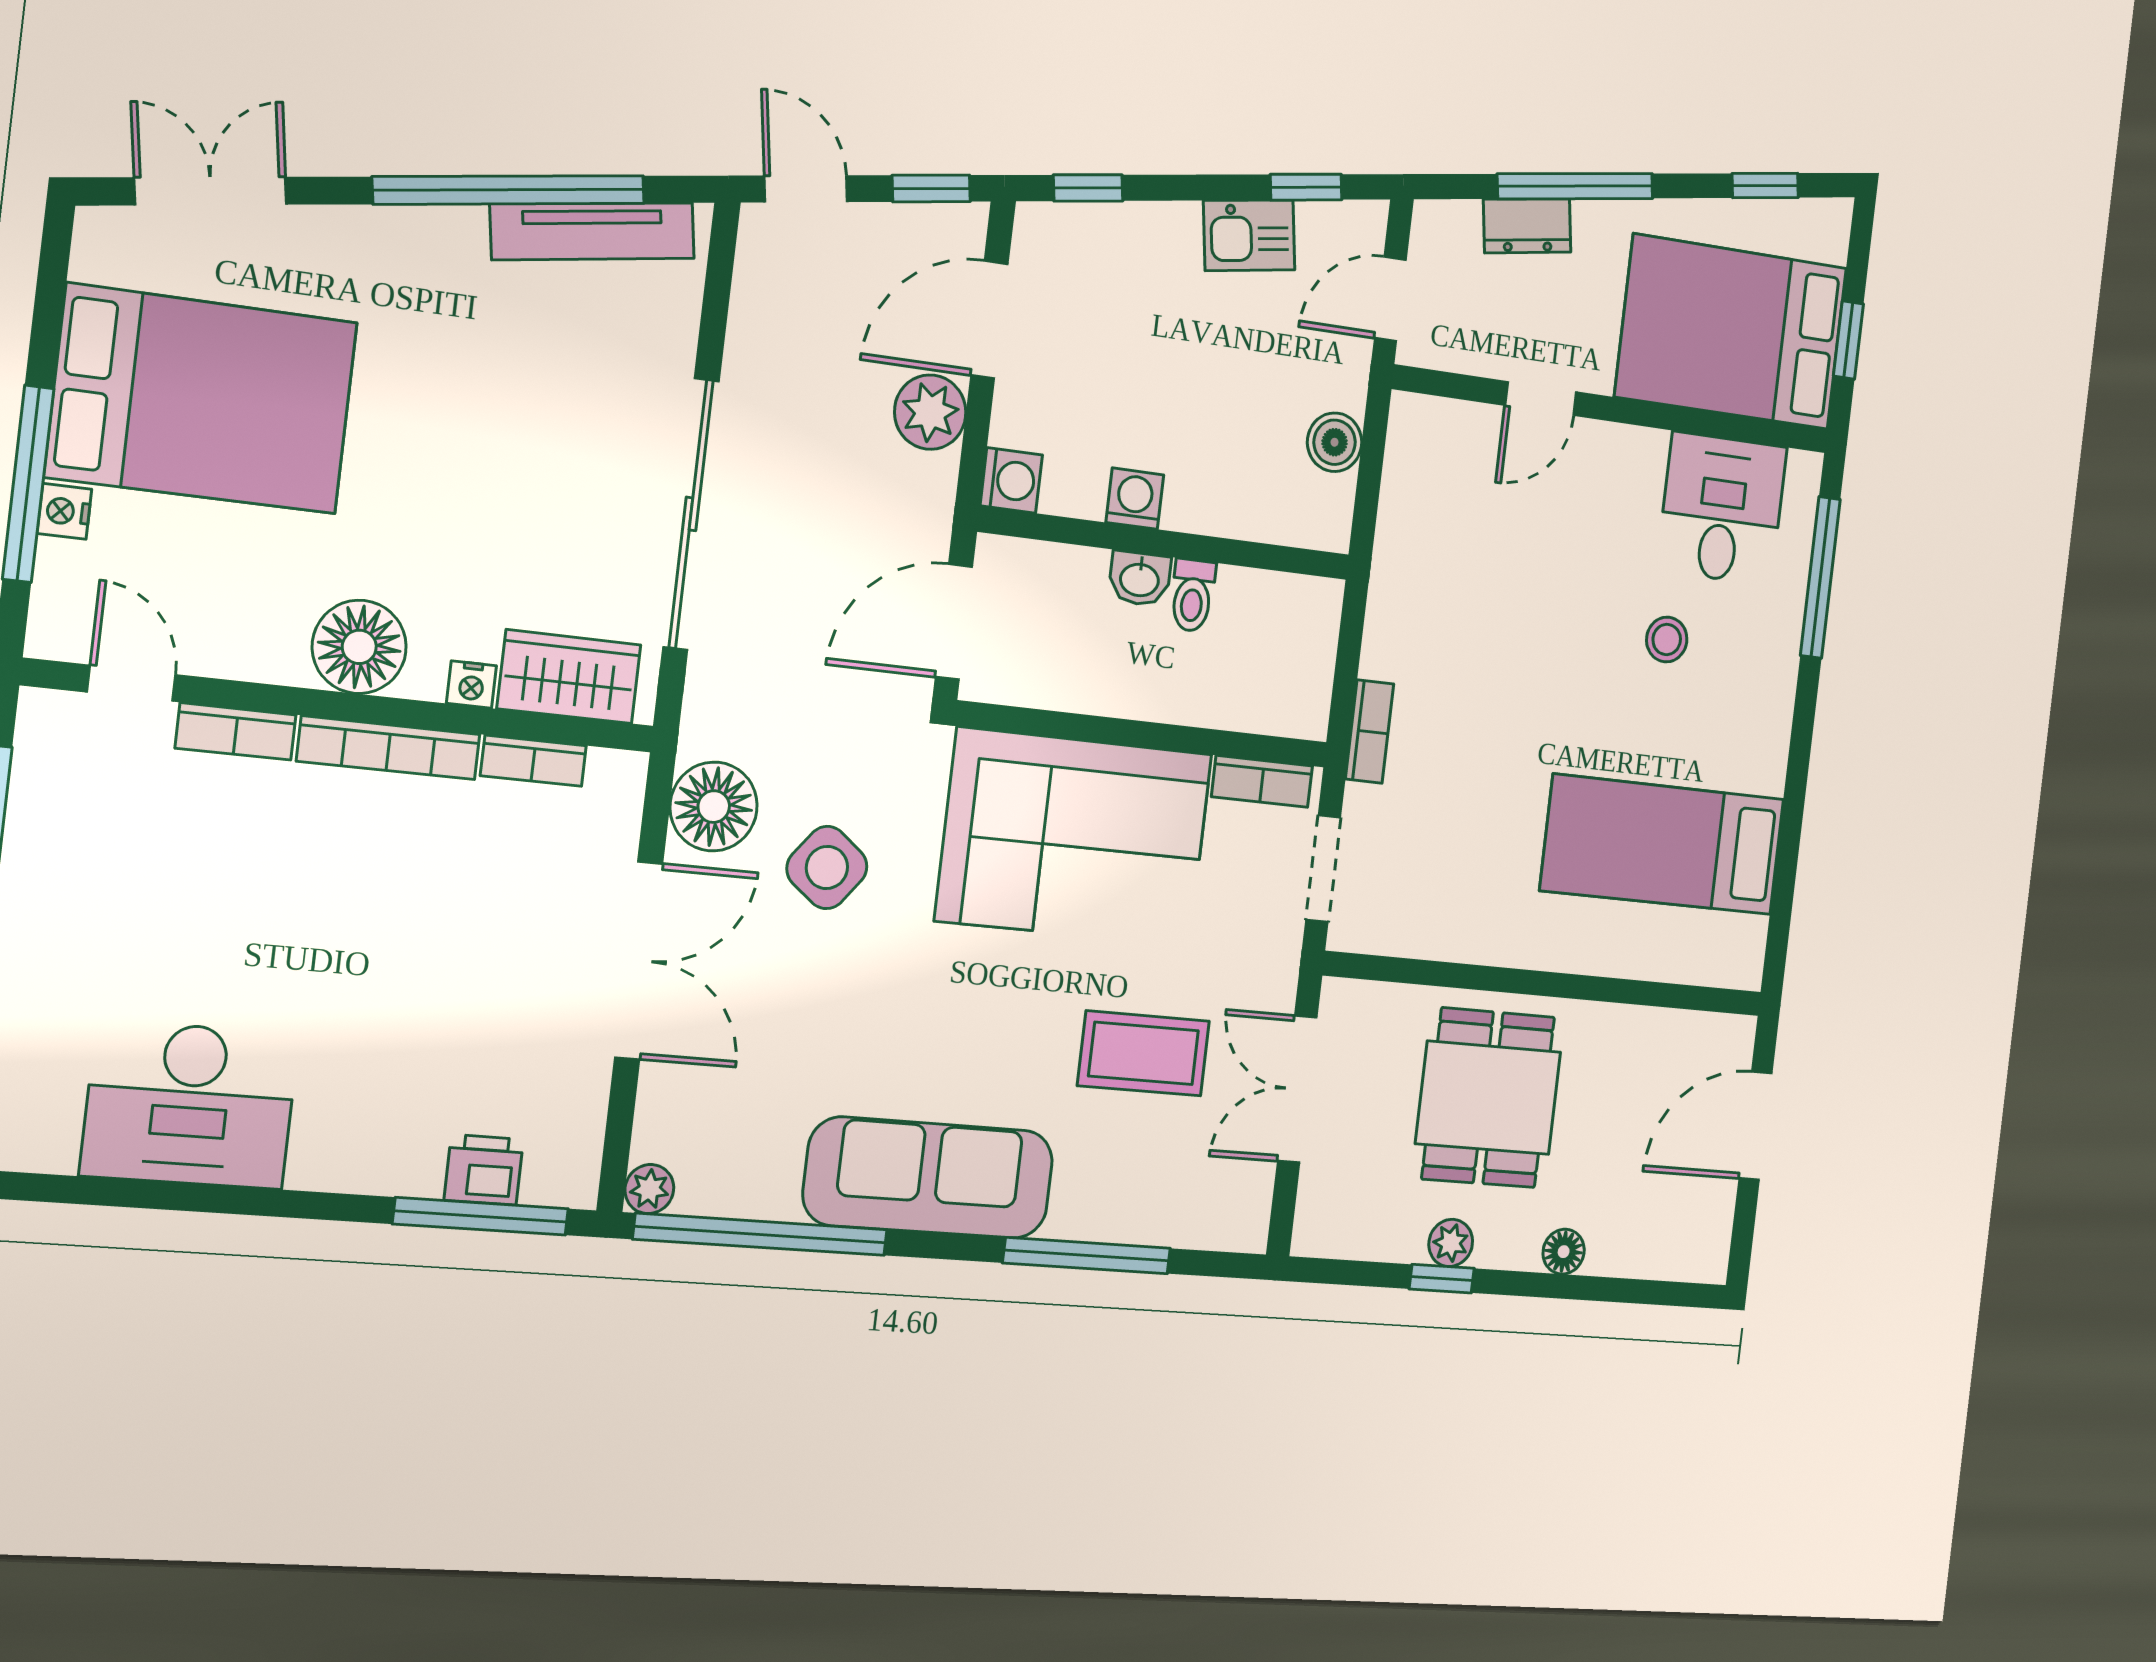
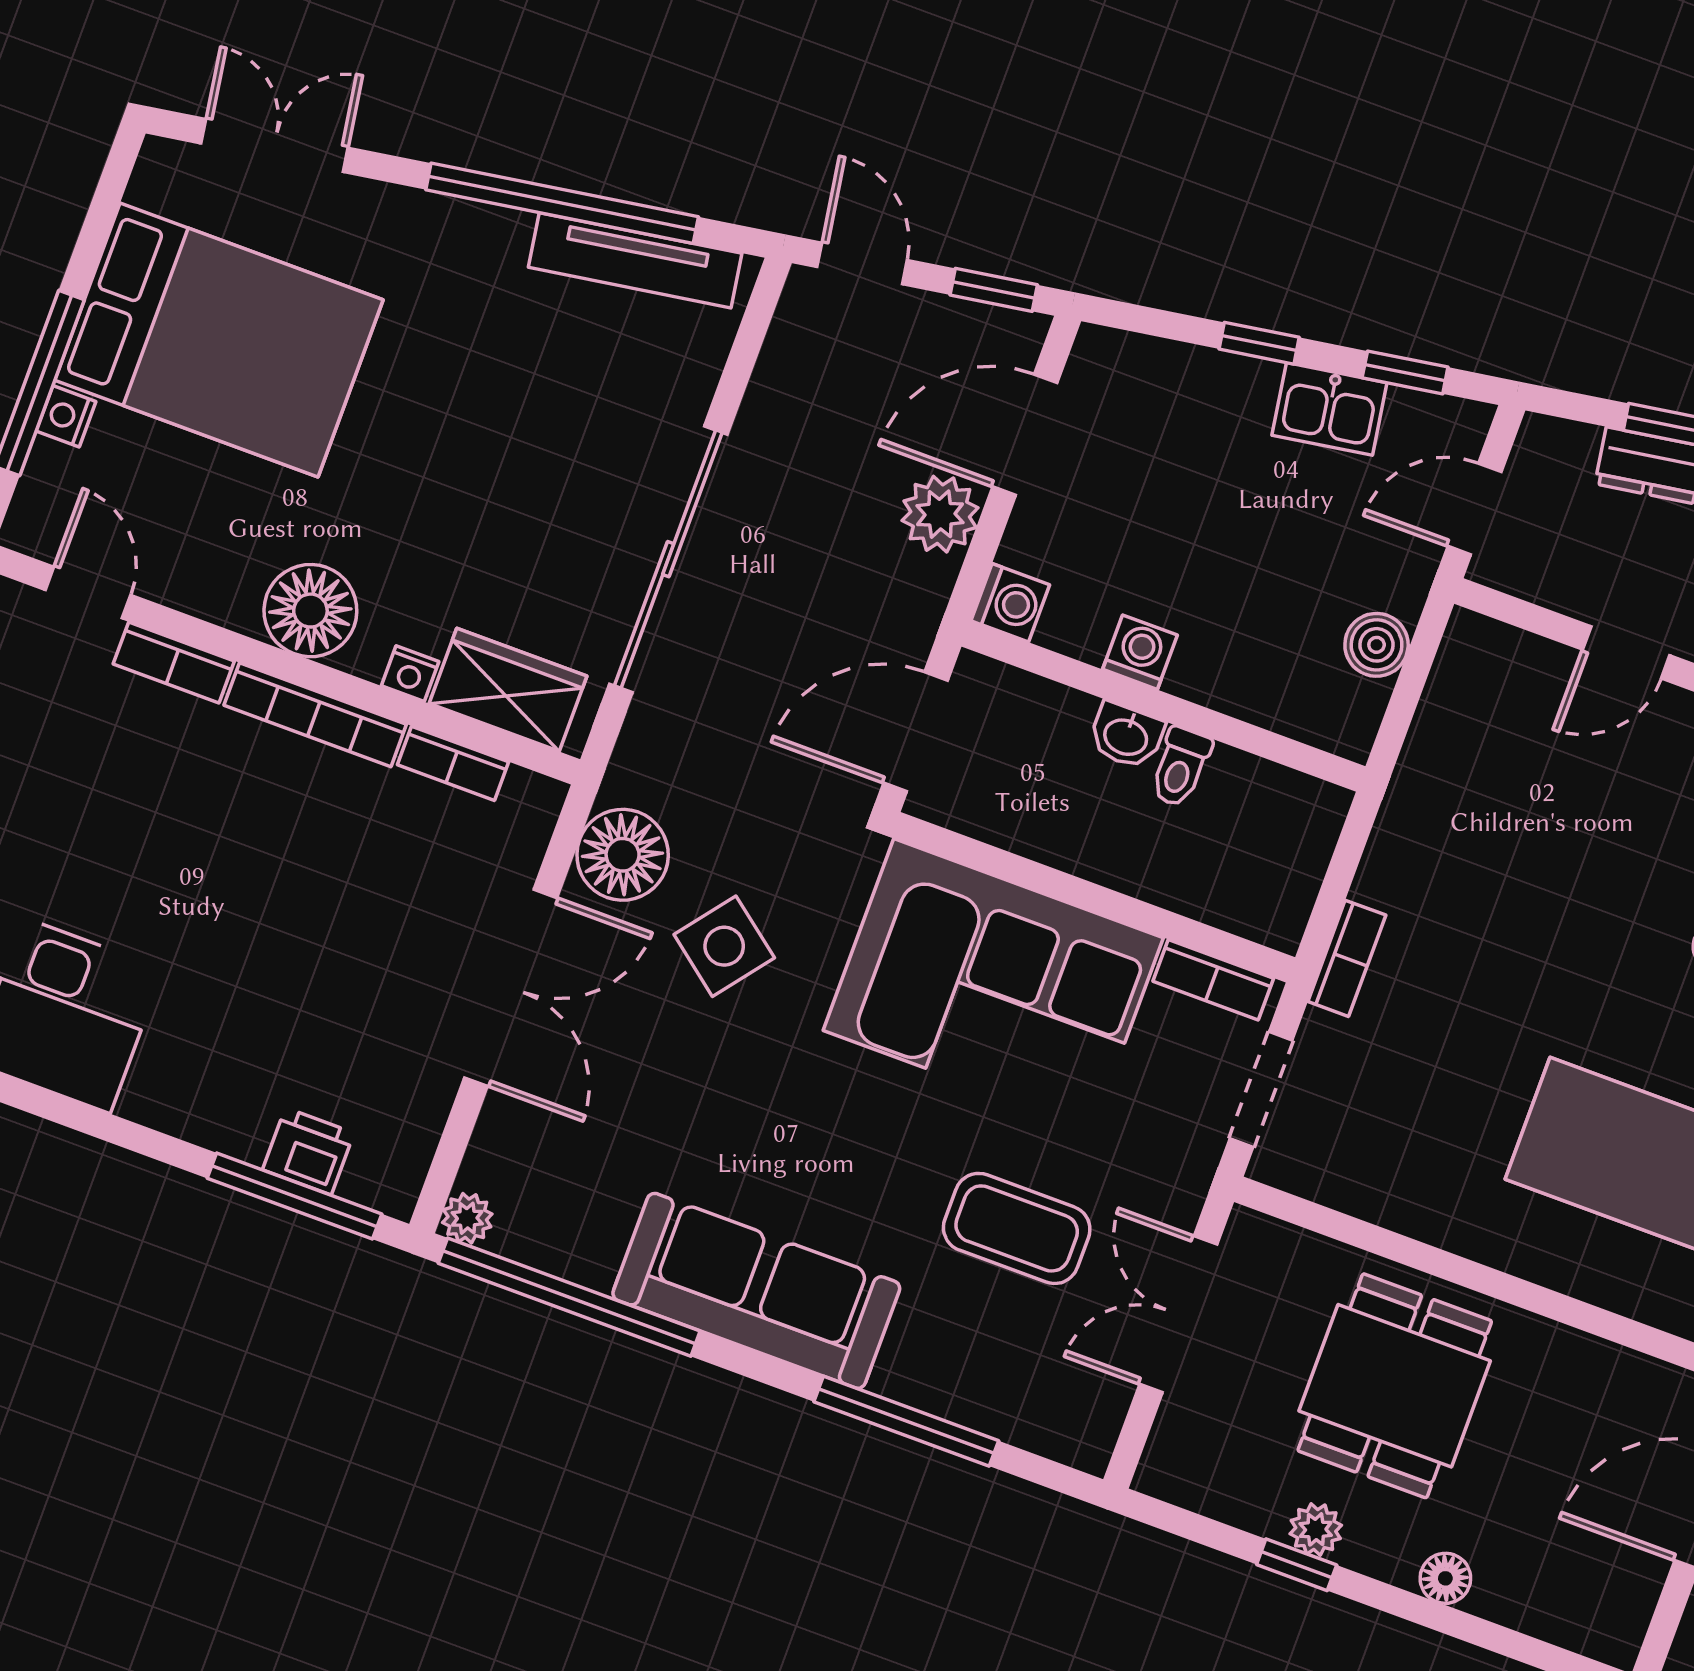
window: (1088, 188) -> (1259, 343), moved

